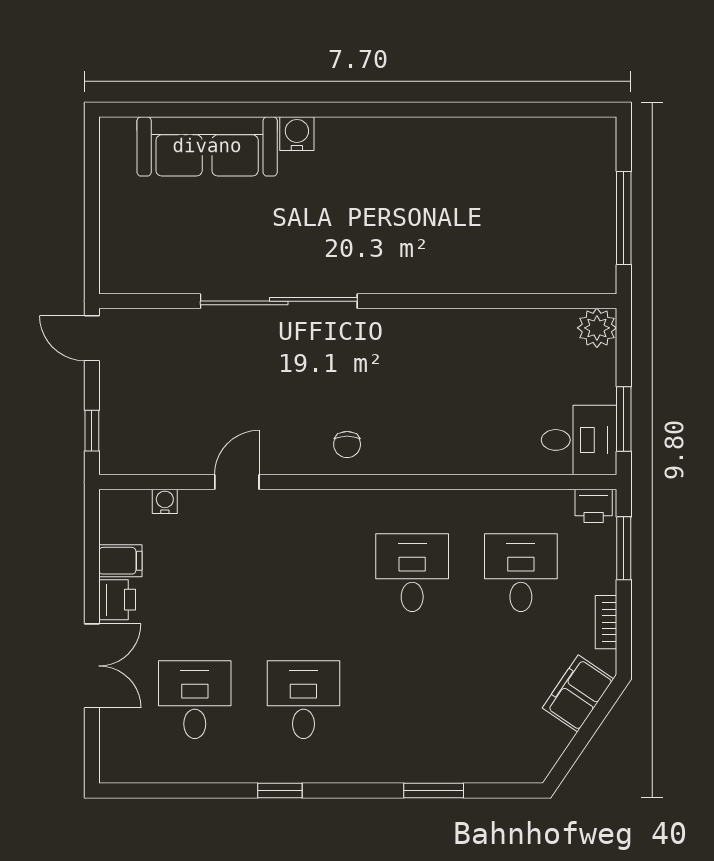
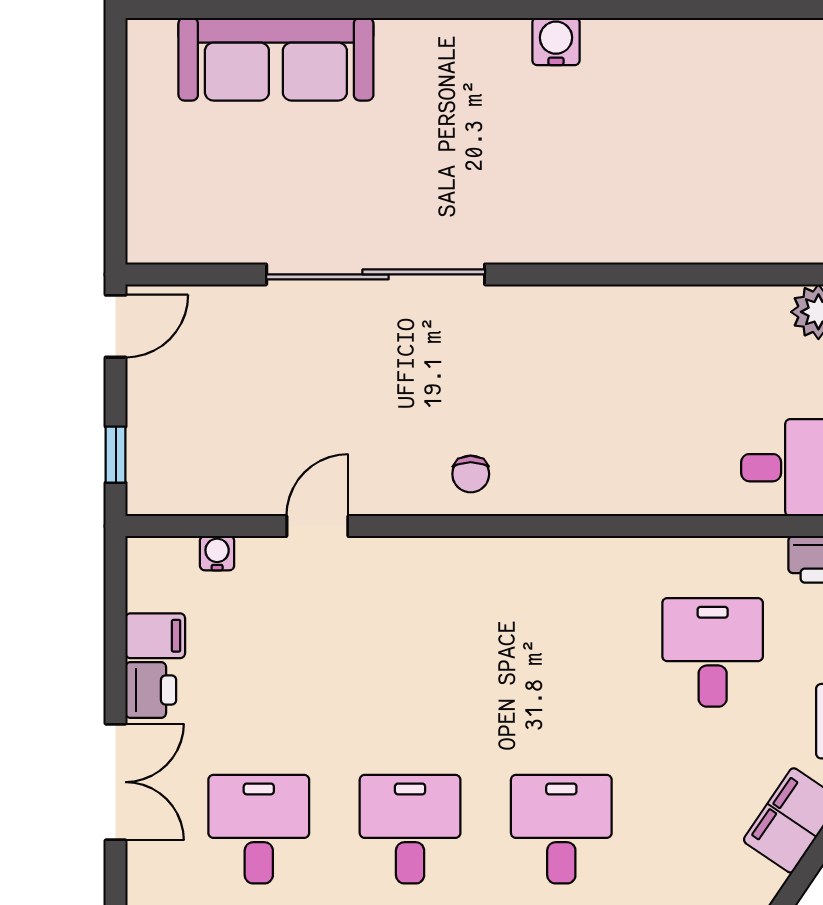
water cooler: (297, 134) -> (556, 41), moved
door: (92, 338) -> (116, 326), swing flipped
desk: (412, 573) -> (561, 829), moved

